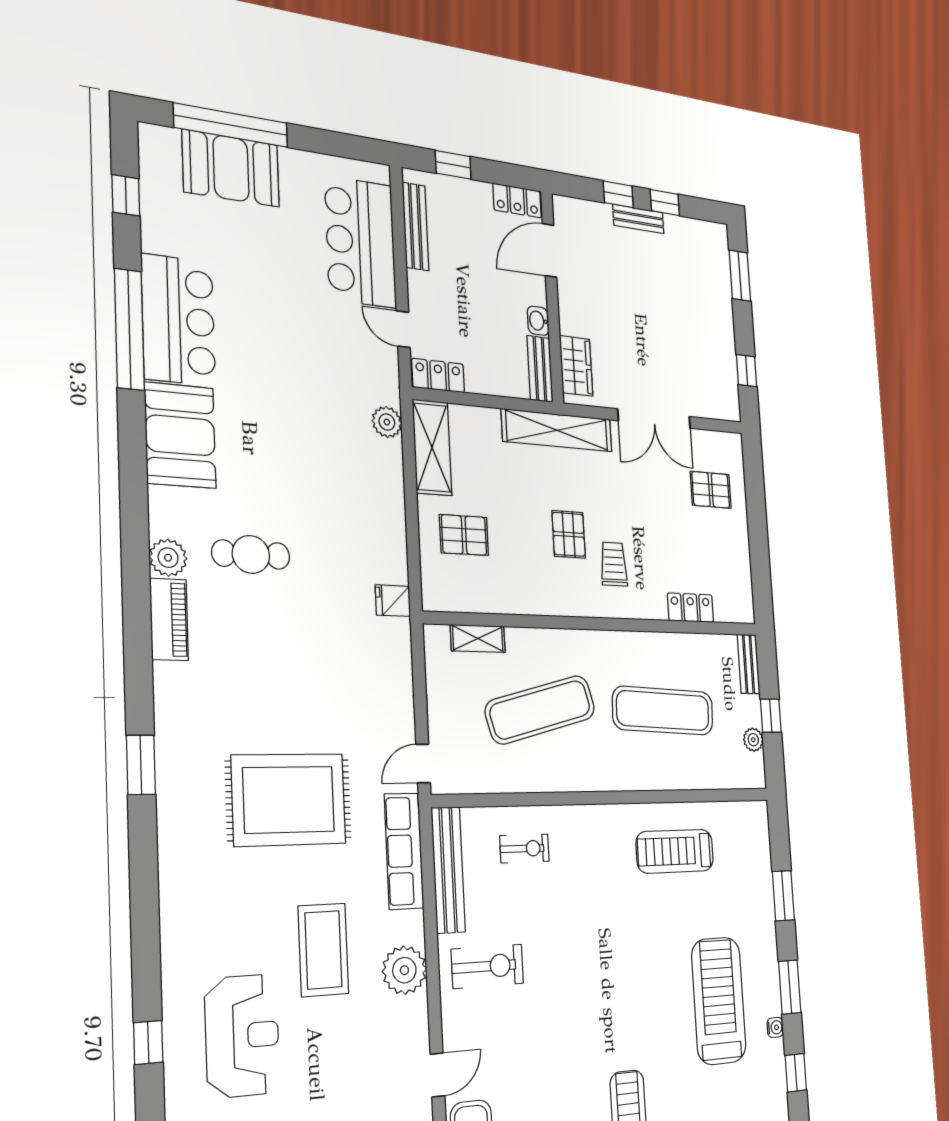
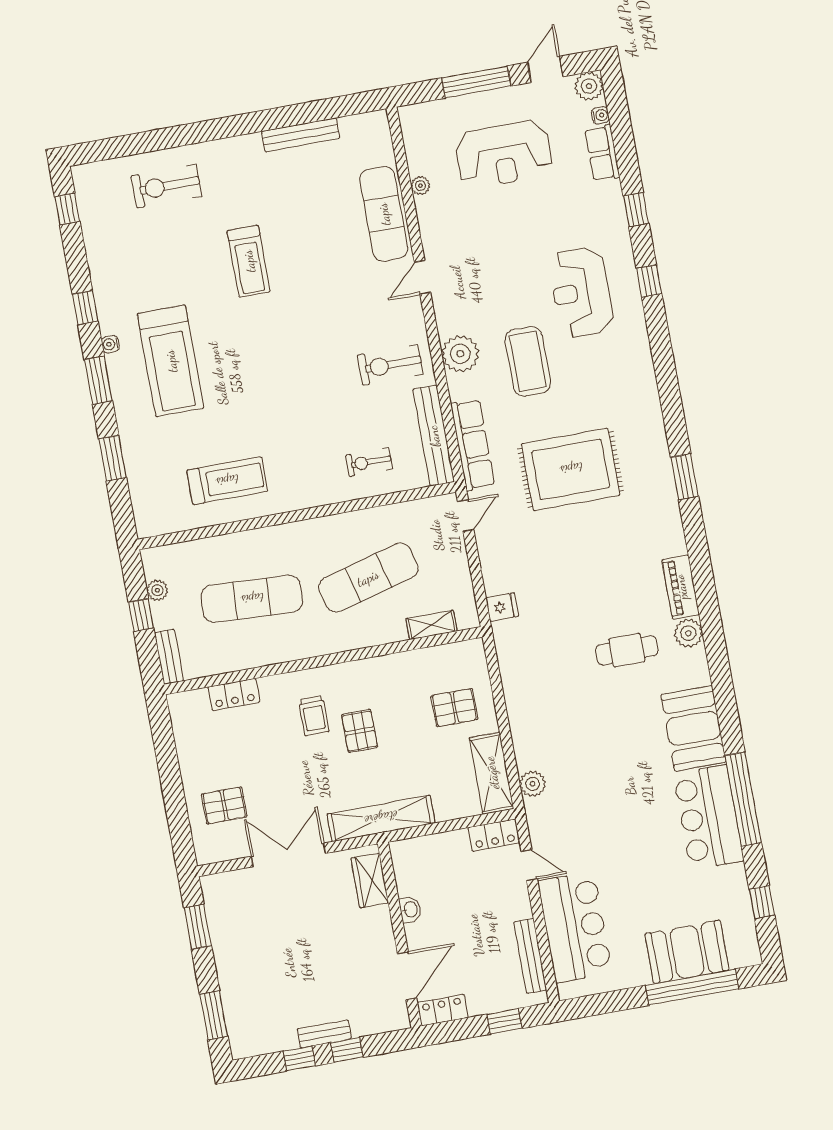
bench: (540, 369) -> (403, 868), removed
window: (747, 371) -> (198, 927), width x1.50
fridge: (393, 601) -> (502, 607), moved

